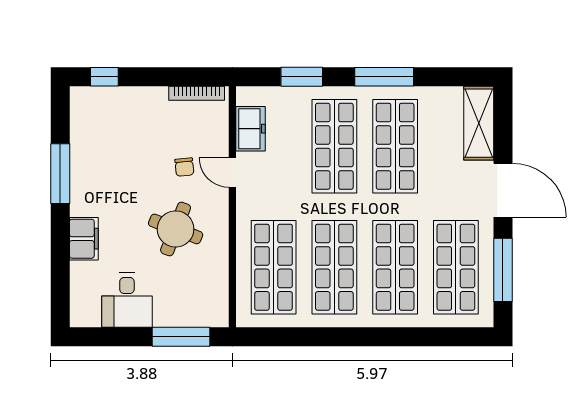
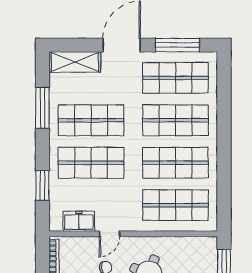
window: (384, 77) -> (42, 108), moved

